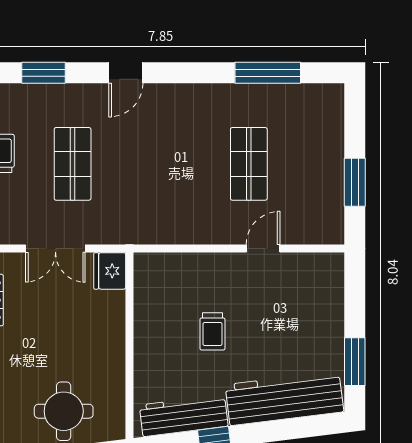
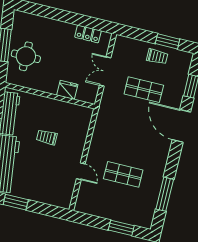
door: (126, 73) -> (181, 126), width x1.87
window: (355, 182) -> (121, 228), moved
fridge: (110, 271) -> (67, 90), moved

